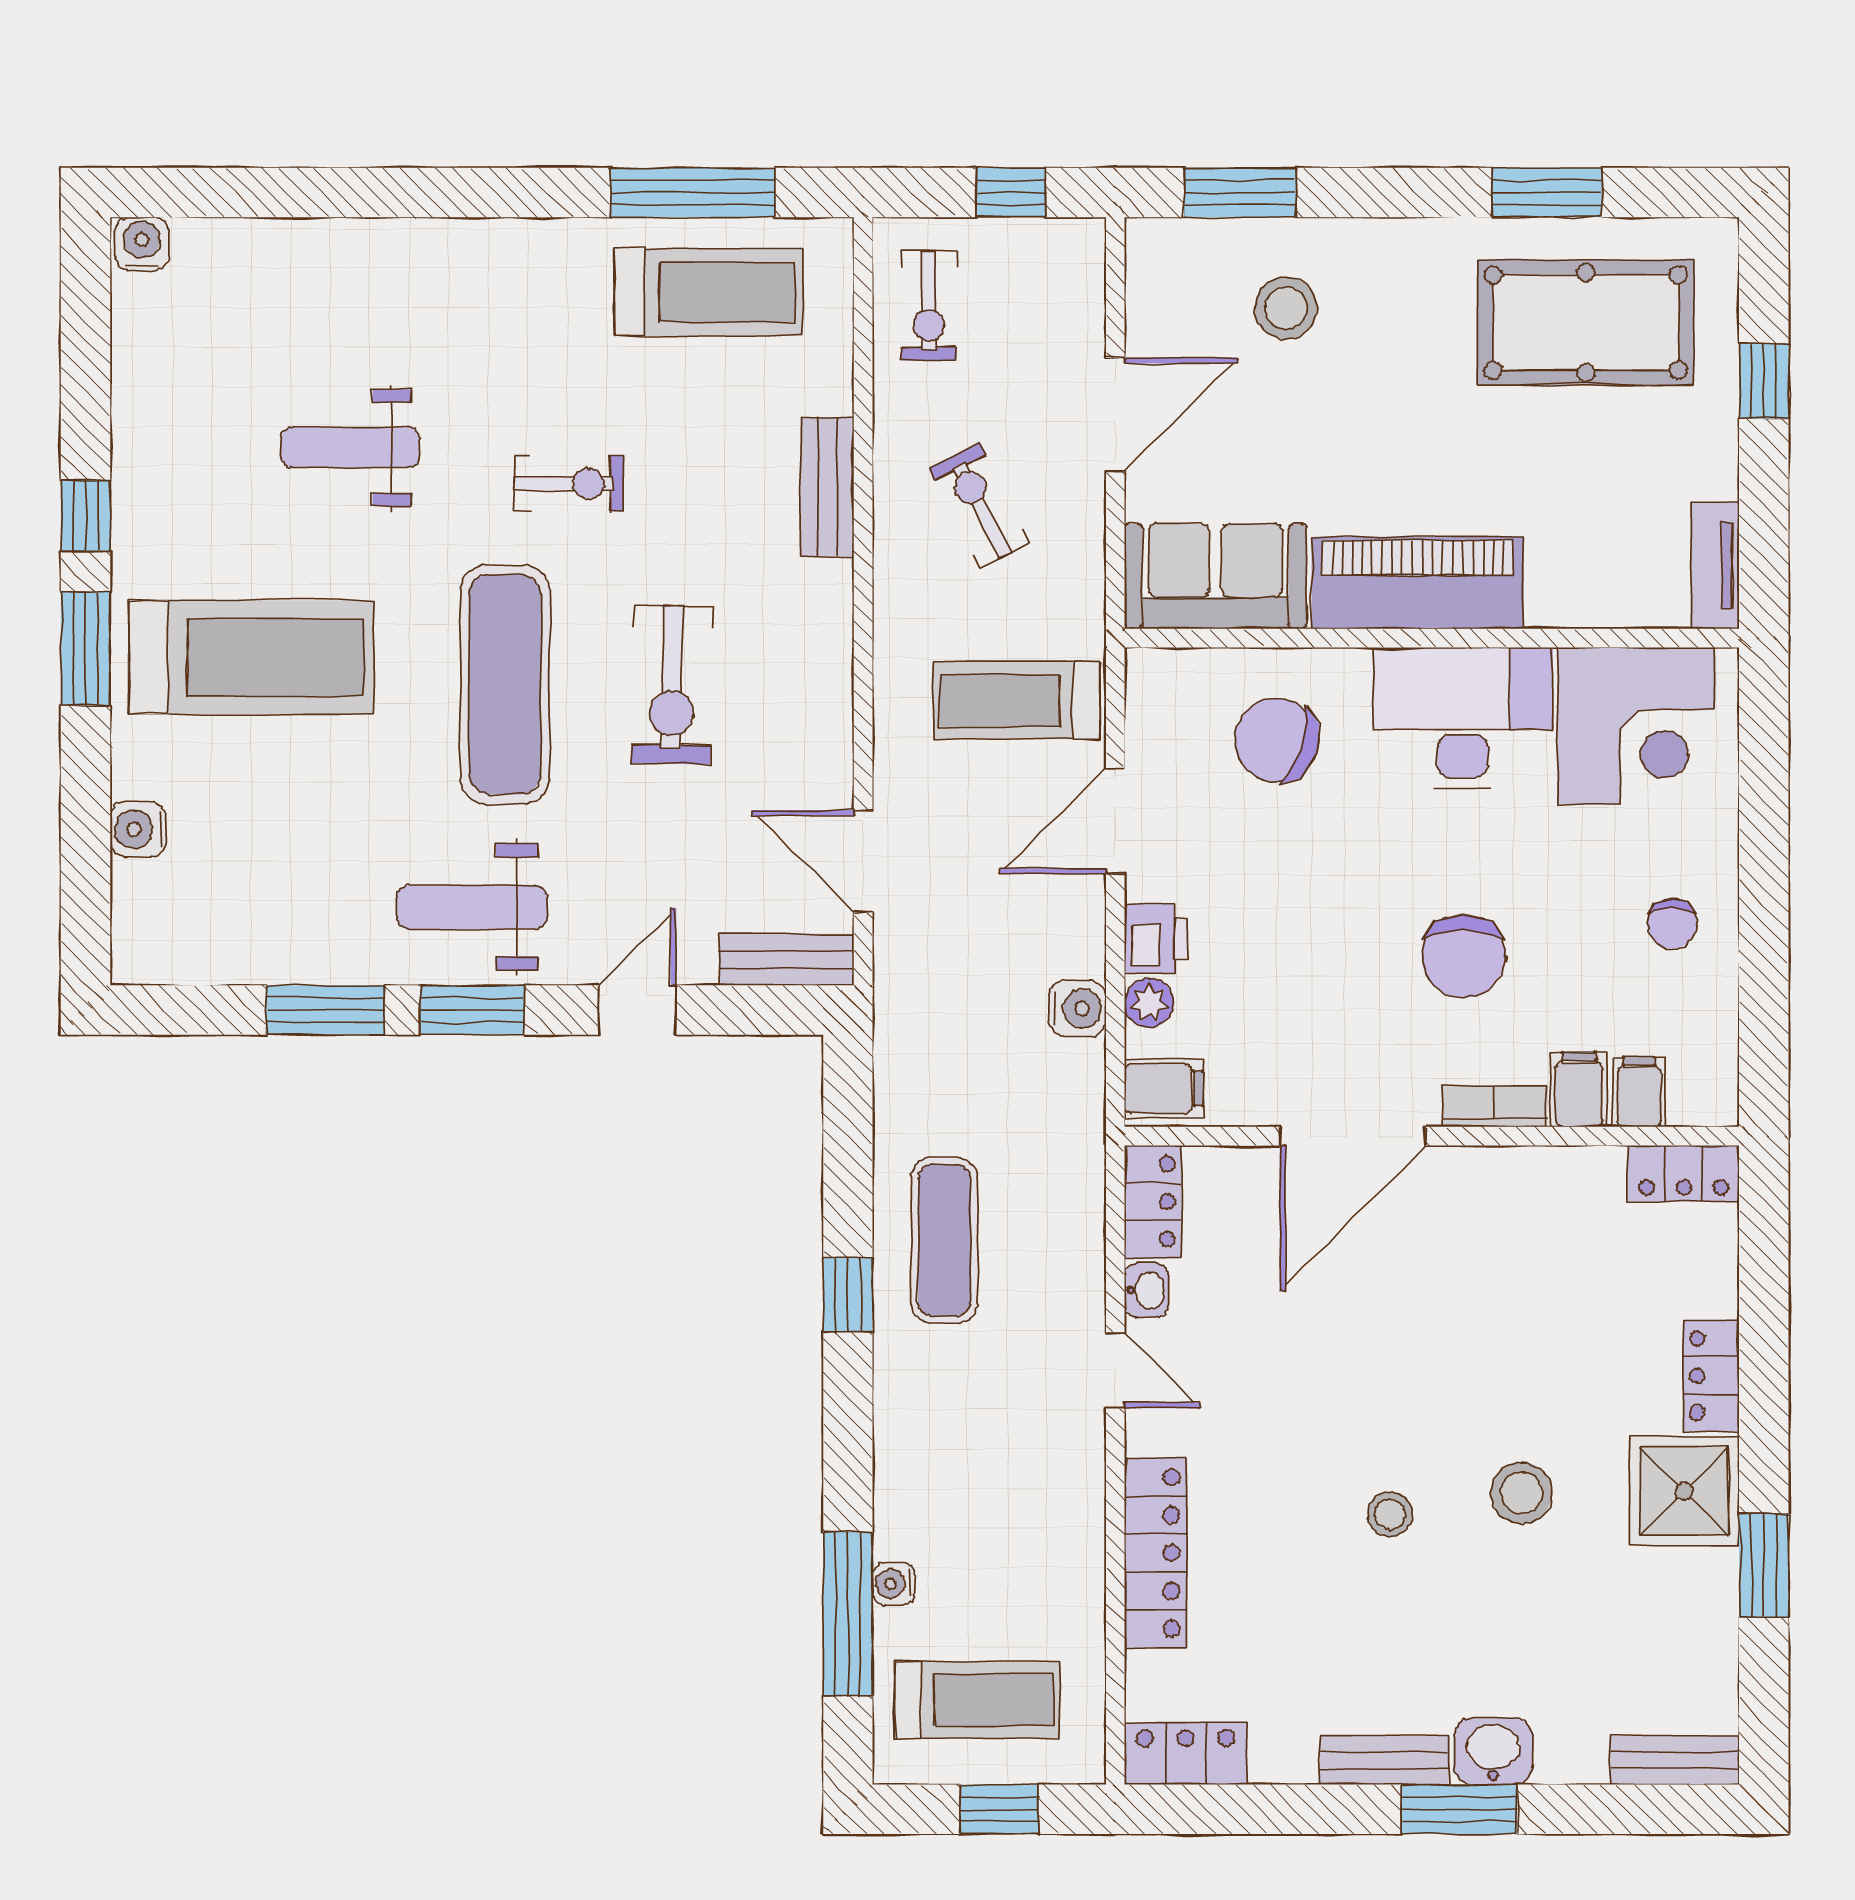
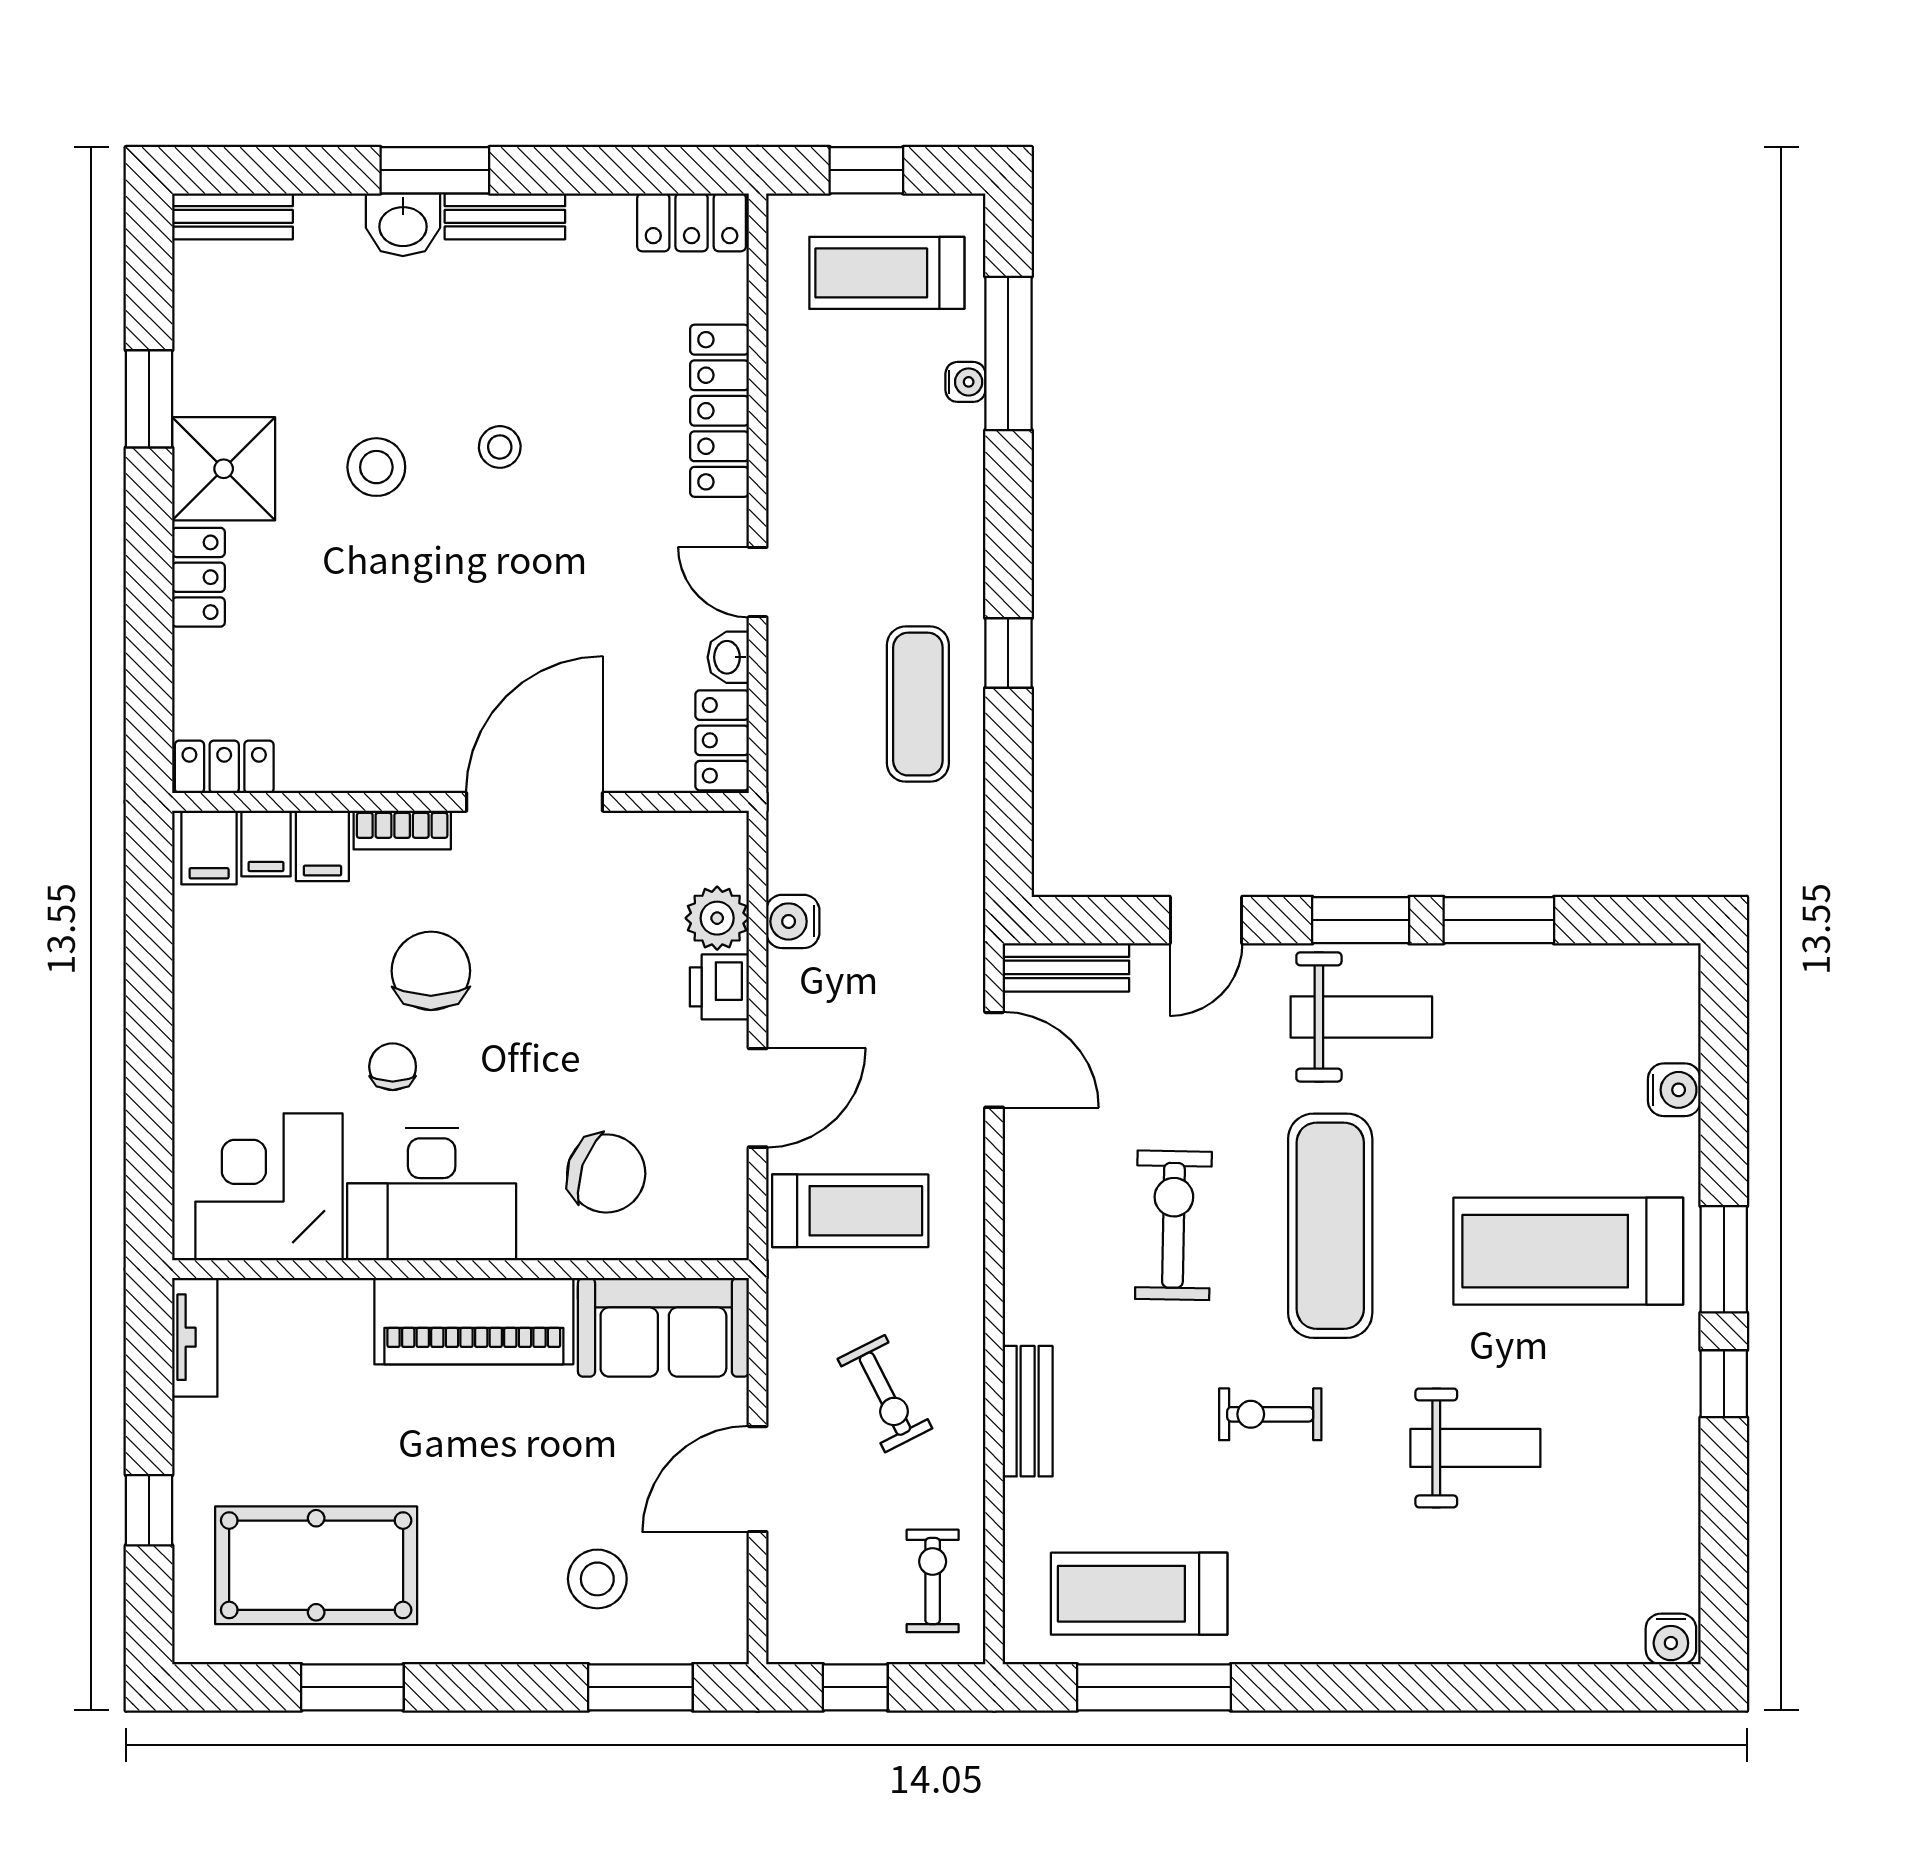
chair: (1672, 924) -> (393, 1067), moved
plant: (1149, 1003) -> (717, 918), width x1.38, depth x1.38
filing cabinet: (1164, 1088) -> (209, 847), moved, turned -90

